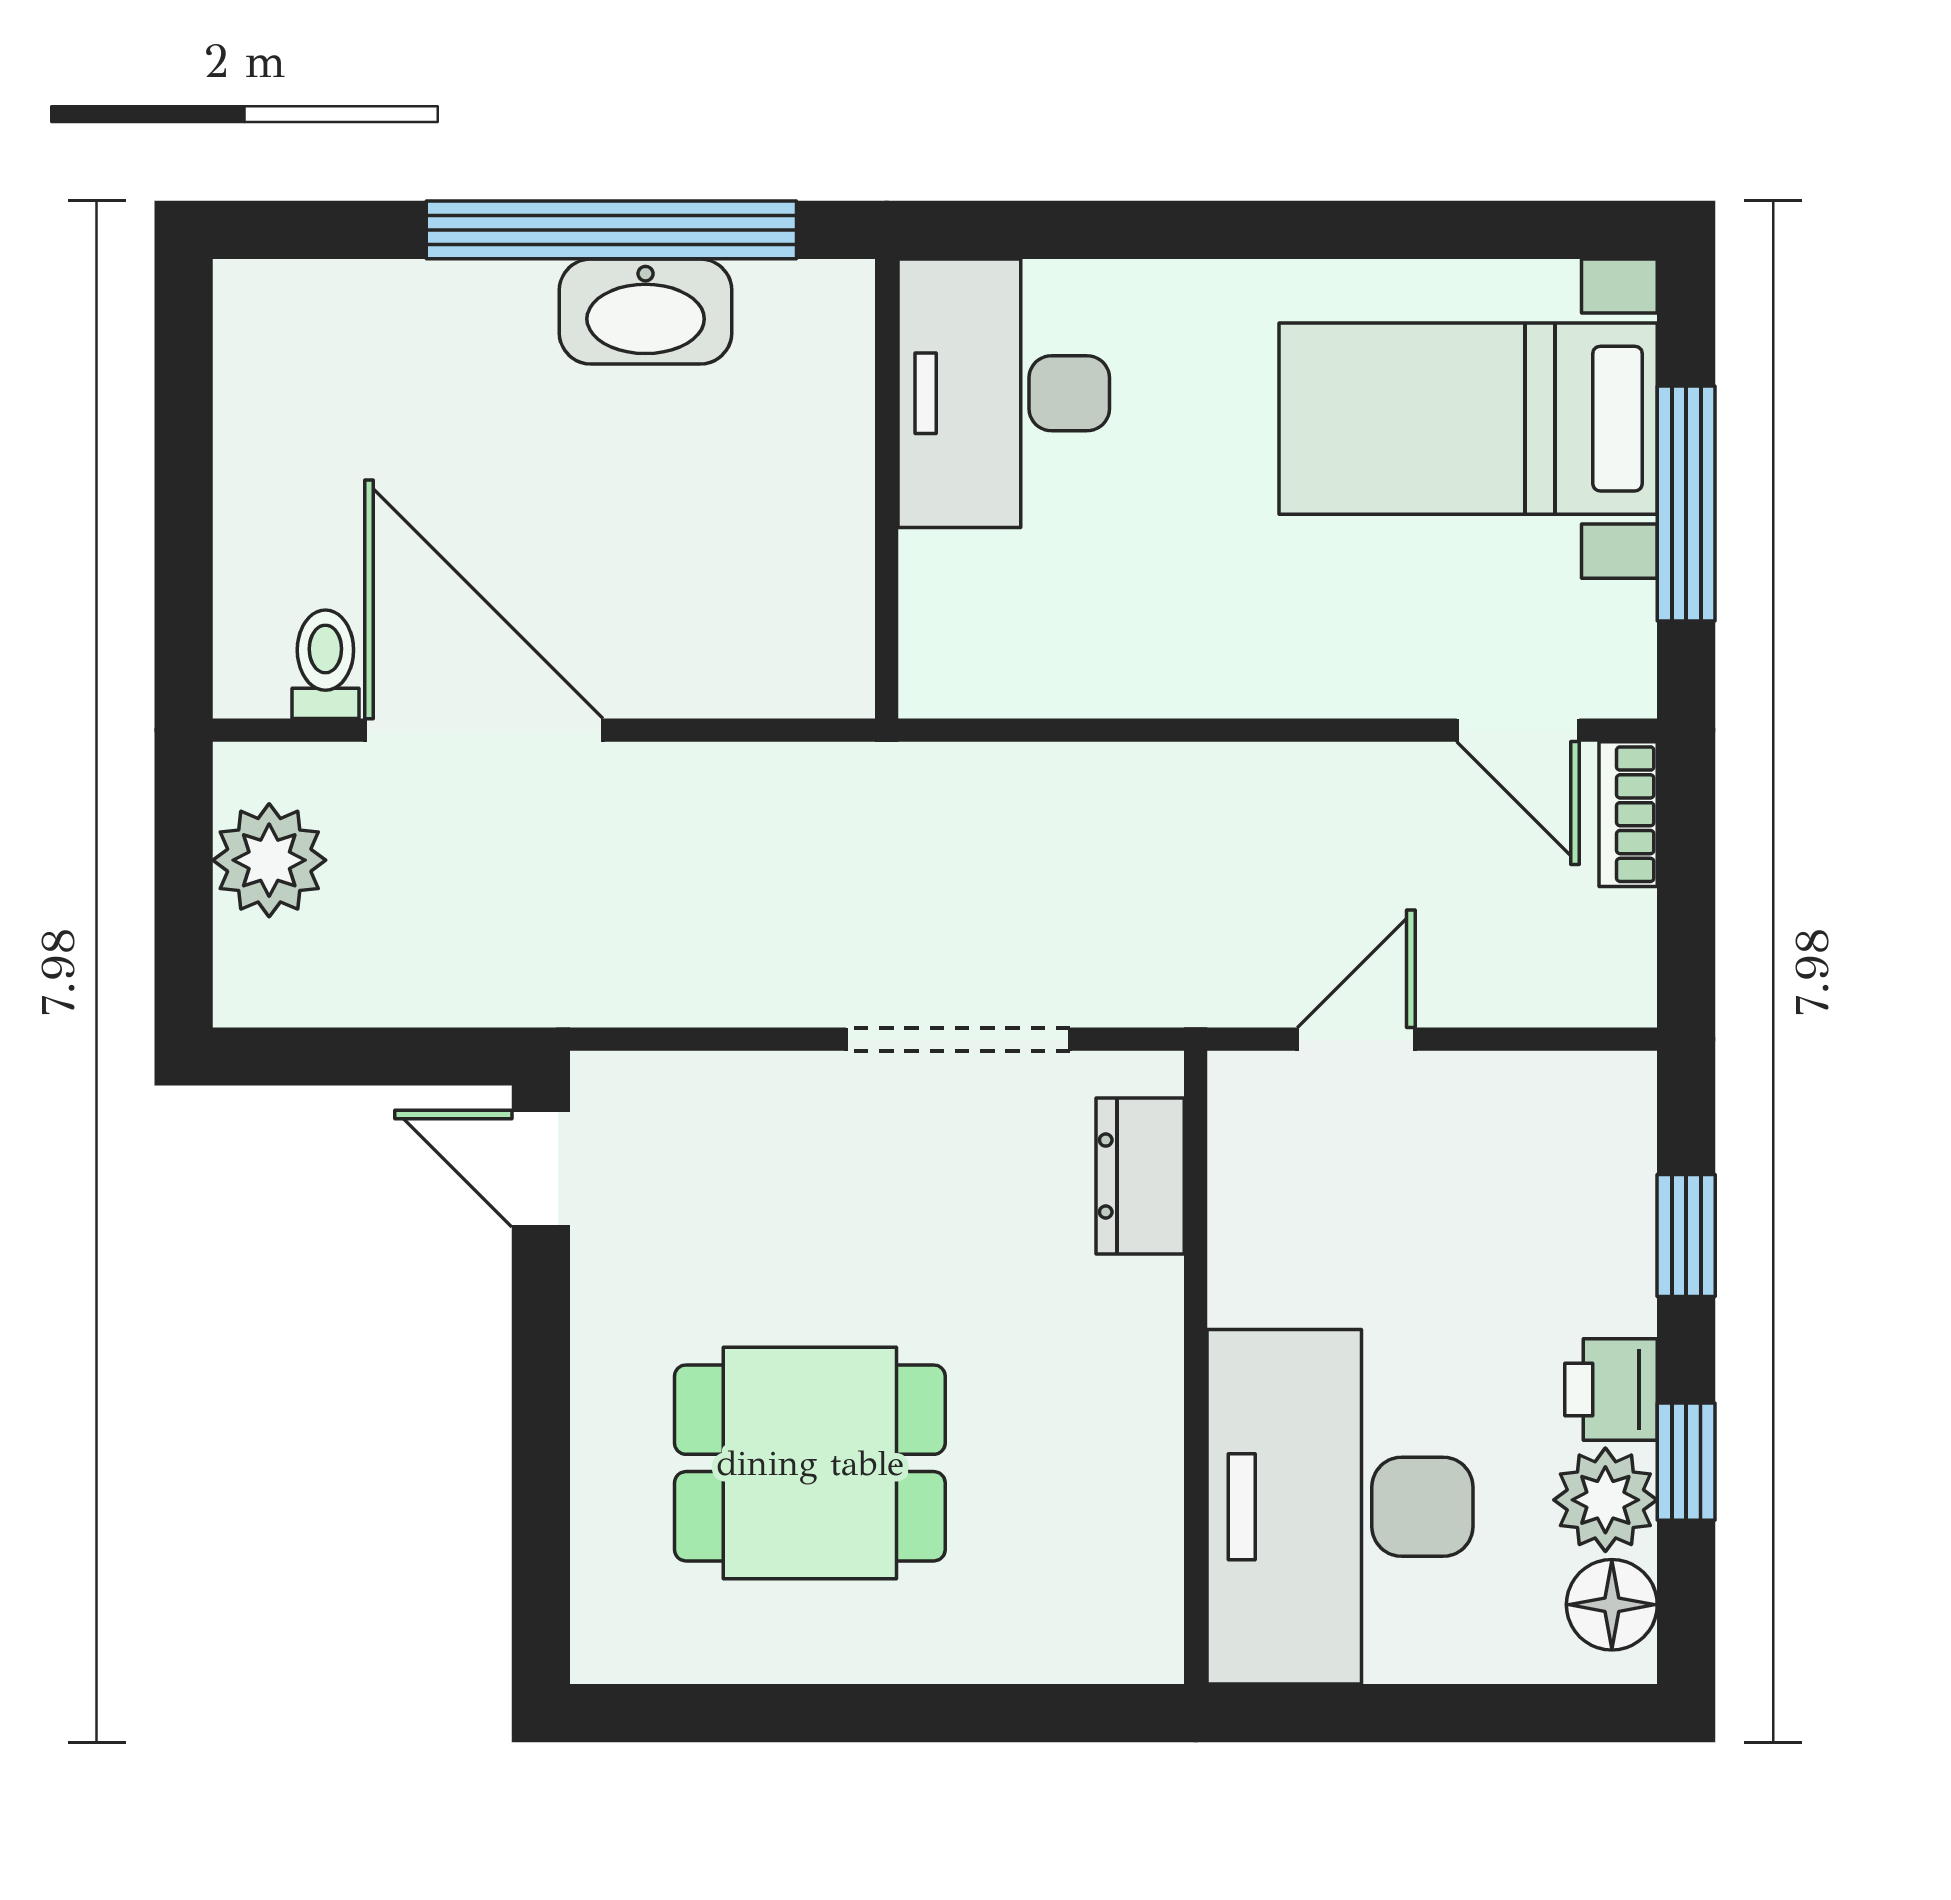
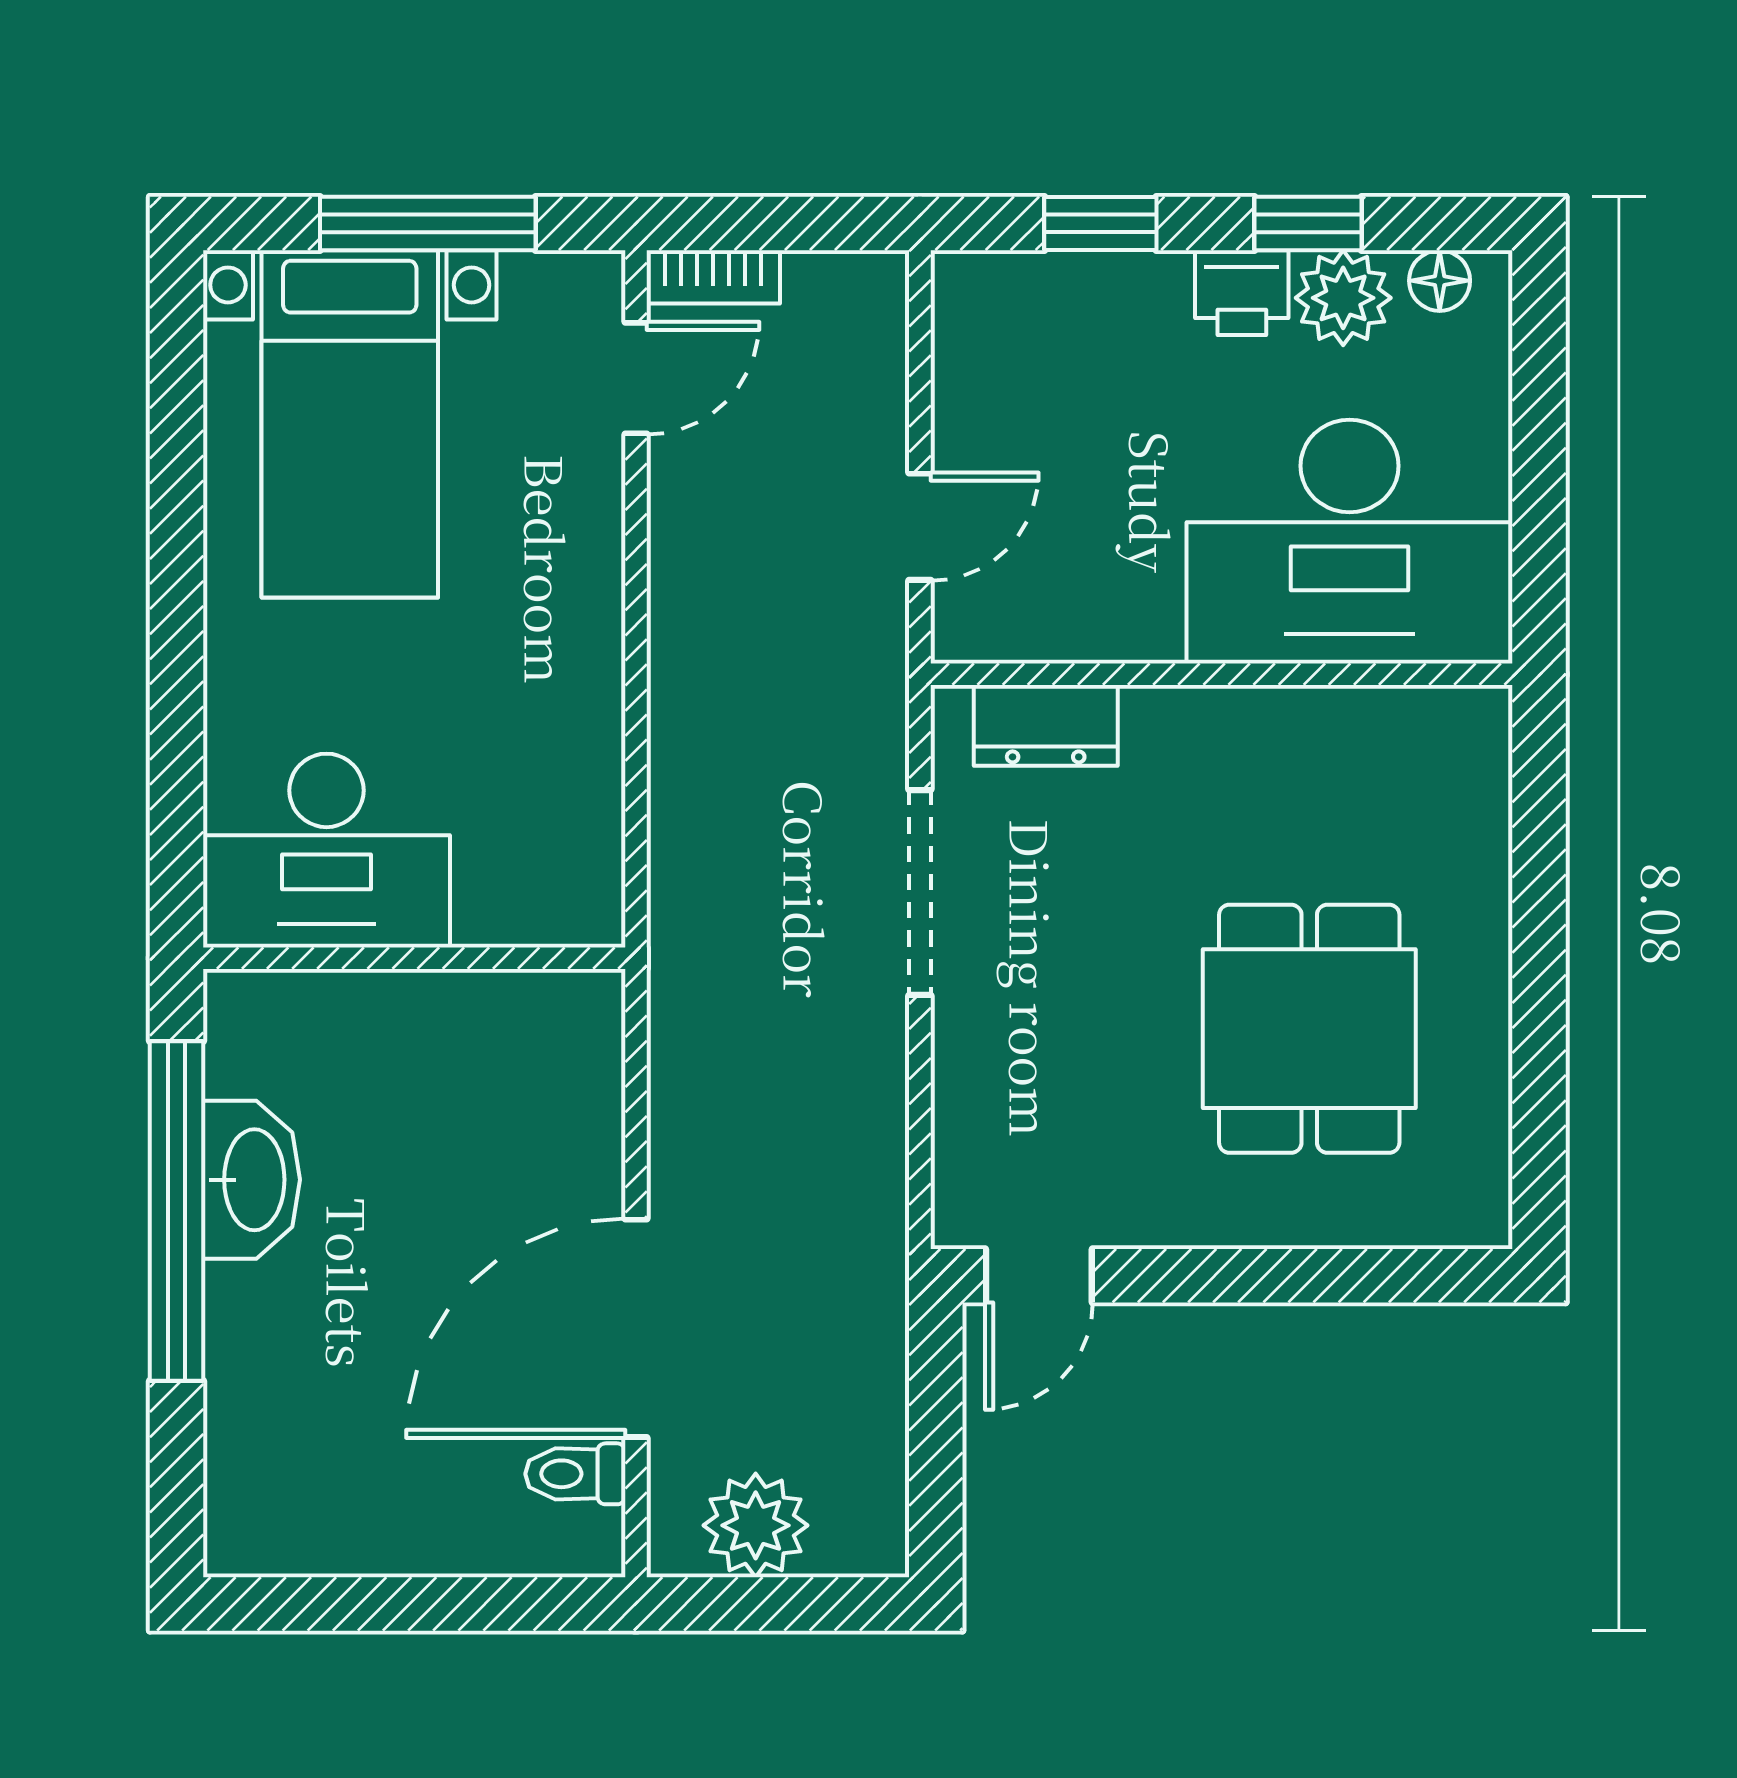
door: (1356, 1039) -> (920, 527), swing flipped
floor lamp: (1612, 1605) -> (1440, 281), width x0.73, depth x0.73

